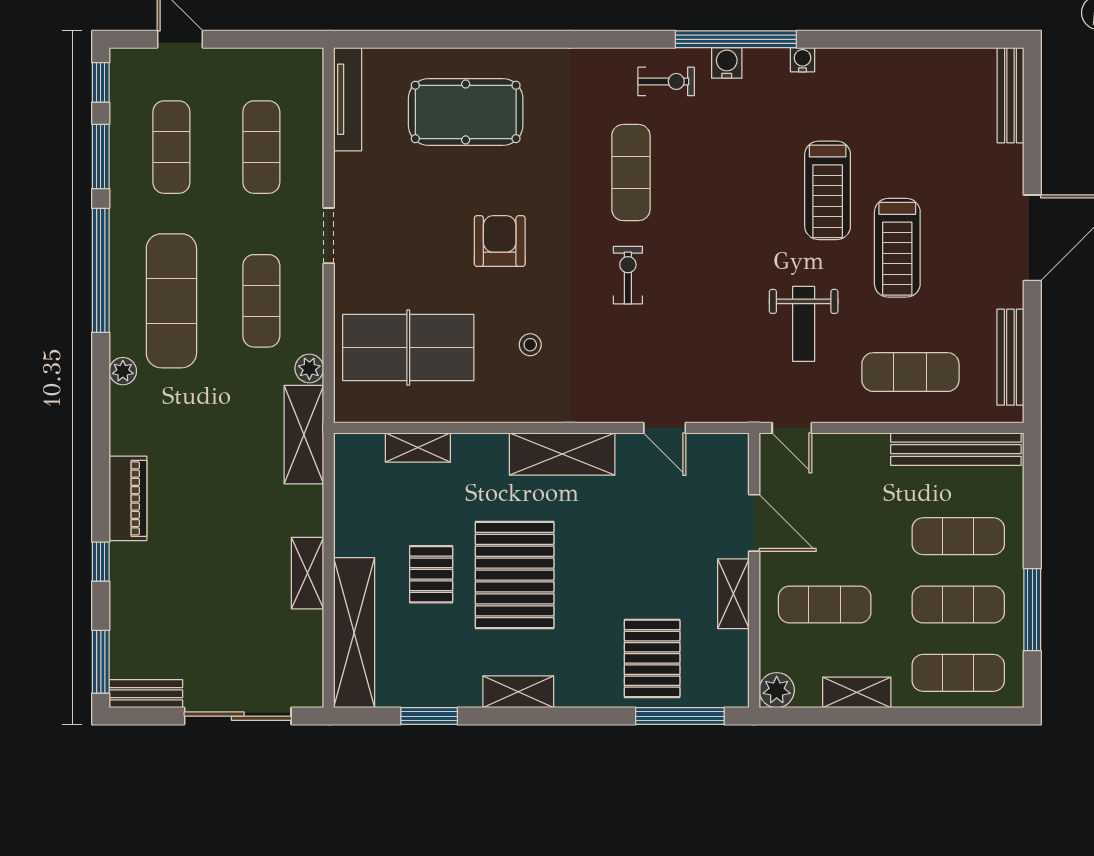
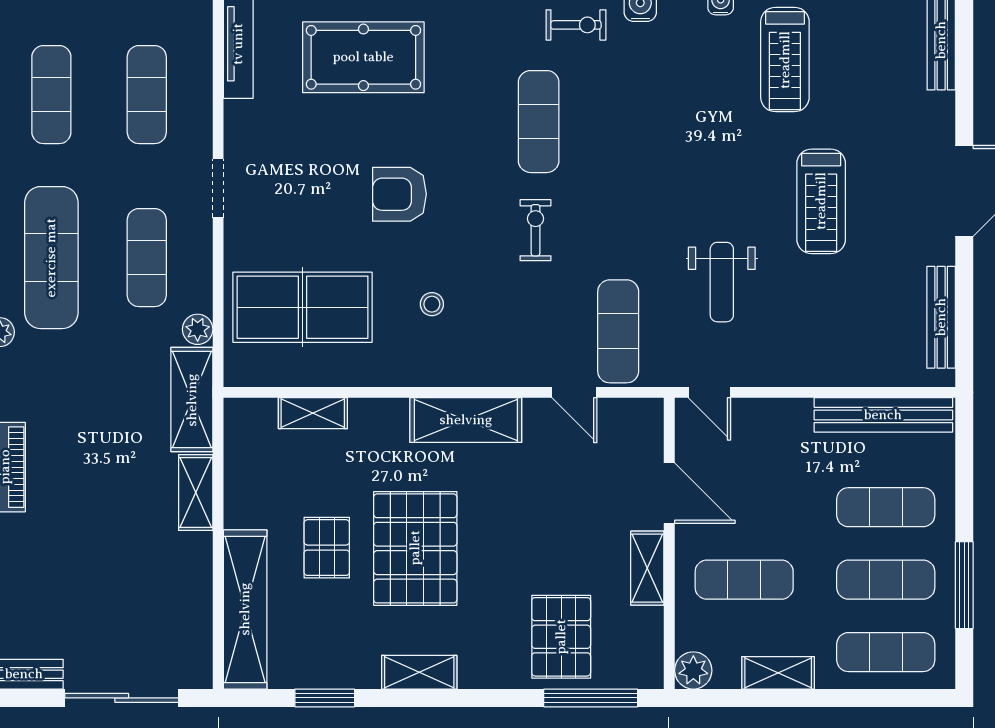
treadmill: (828, 190) -> (785, 60), moved
armchair: (500, 241) -> (400, 194), turned -90
exercise mat: (910, 372) -> (618, 331), moved, turned 90
shelving: (307, 573) -> (196, 492), moved

